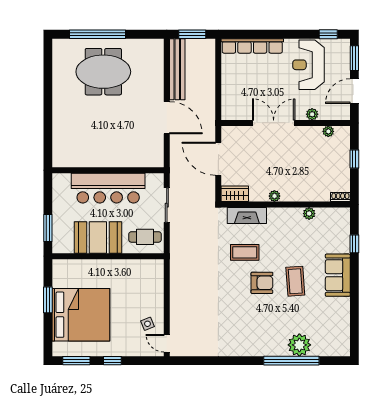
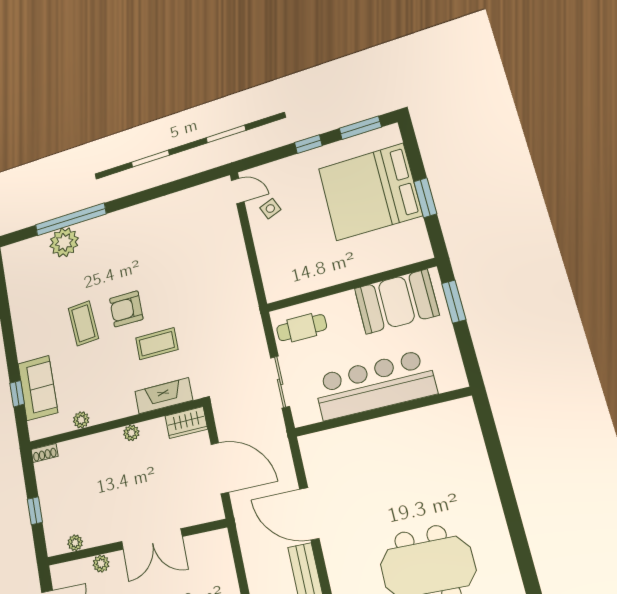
booth: (98, 237) -> (396, 302), moved
sofa: (338, 275) -> (38, 388), moved

